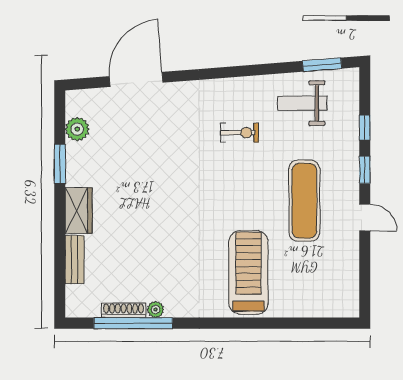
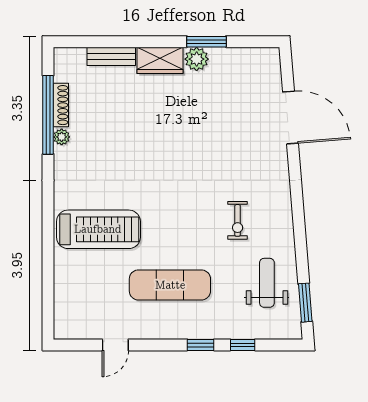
plant: (77, 129) -> (197, 59), moved
door: (365, 217) -> (115, 345), moved

